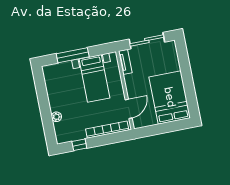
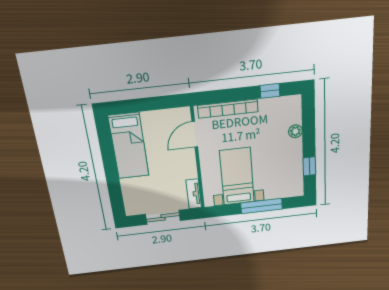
sliding door: (147, 41) -> (163, 217), width x0.73
window: (41, 91) -> (309, 166), added
bed: (170, 97) -> (129, 146), width x0.67

